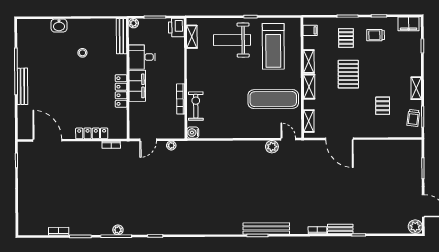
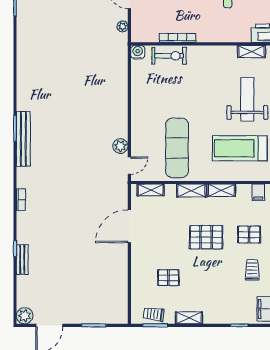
bench: (340, 229) -> (22, 260), moved

